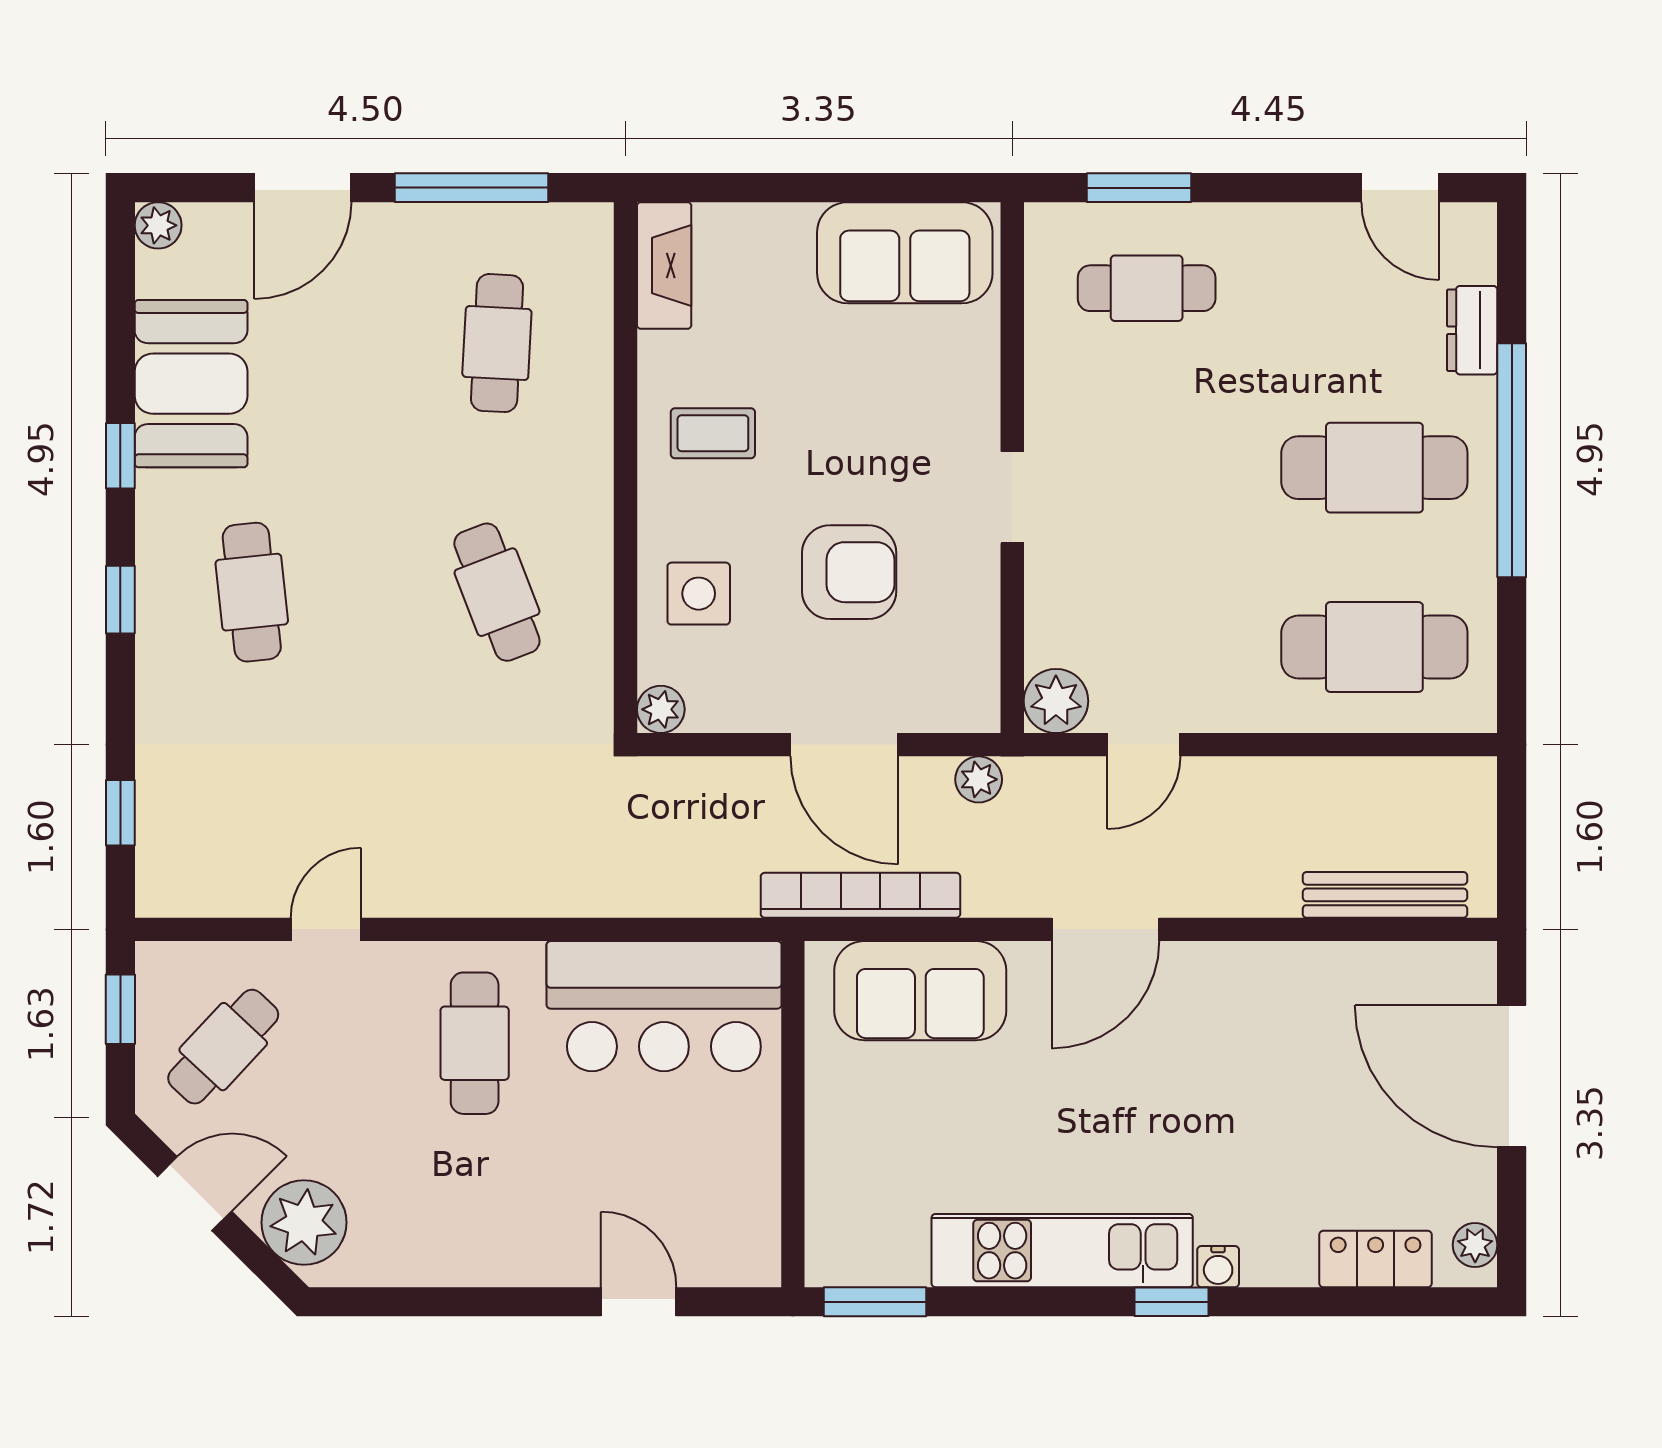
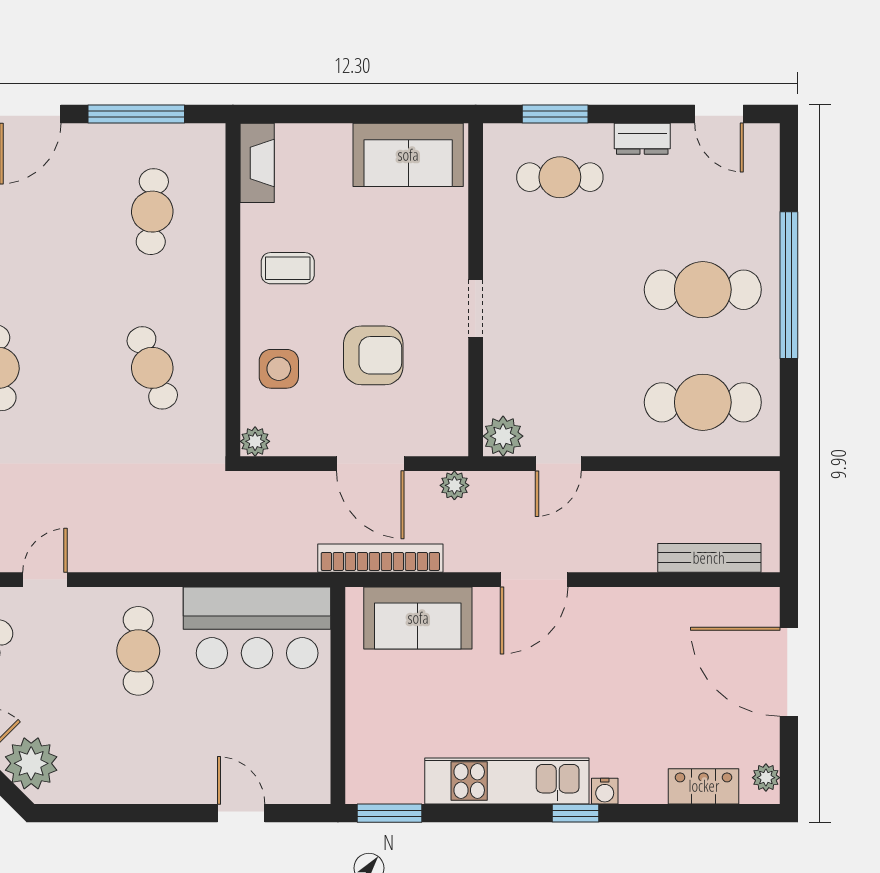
dresser: (1472, 330) -> (642, 139), moved, turned -90

